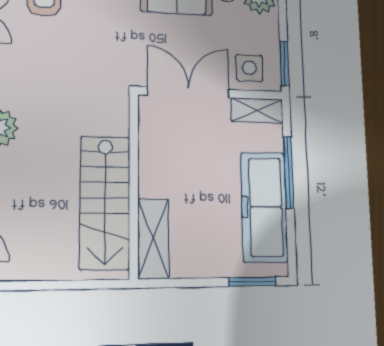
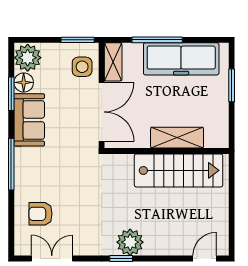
double door: (189, 92) -> (102, 112), swing flipped
shelving: (153, 239) -> (177, 138), moved
window: (252, 282) -> (232, 85), moved

